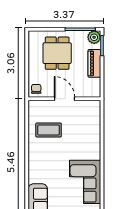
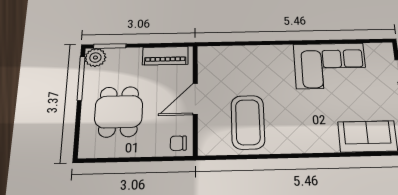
dining table: (57, 53) -> (119, 112), turned 90
piano: (94, 63) -> (165, 56), moved
coffee table: (49, 130) -> (248, 122), width x1.36, depth x1.32

